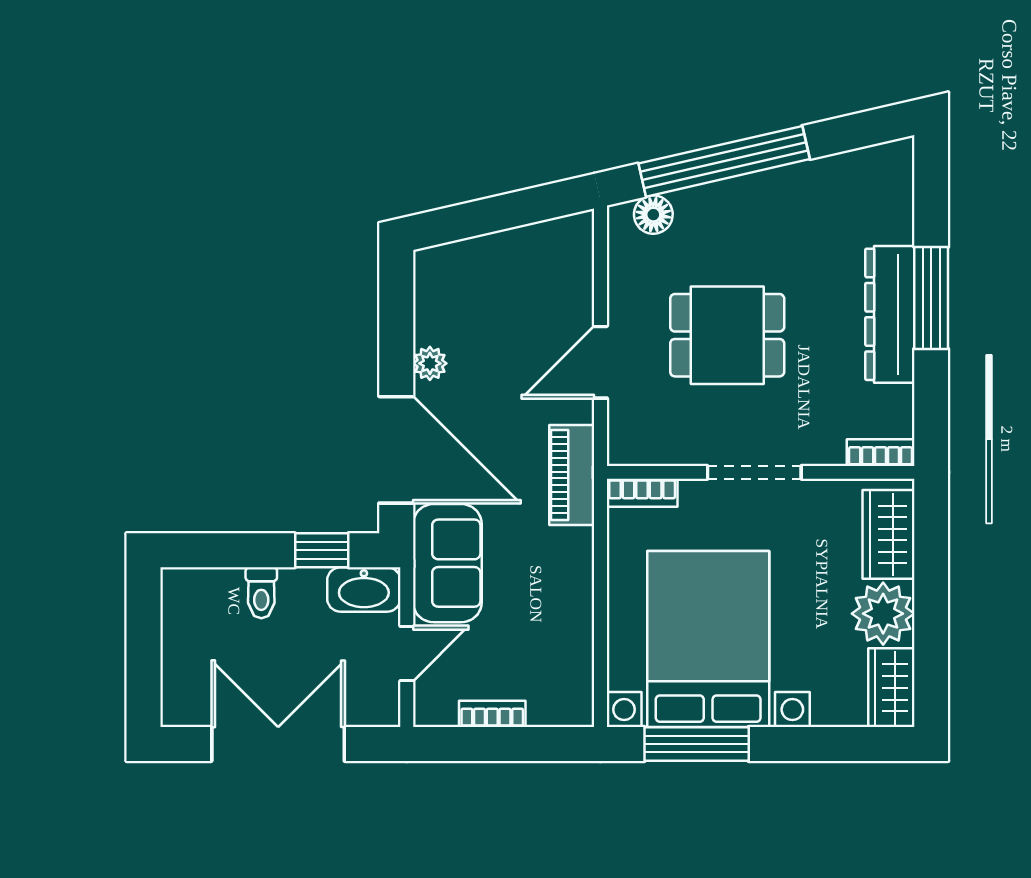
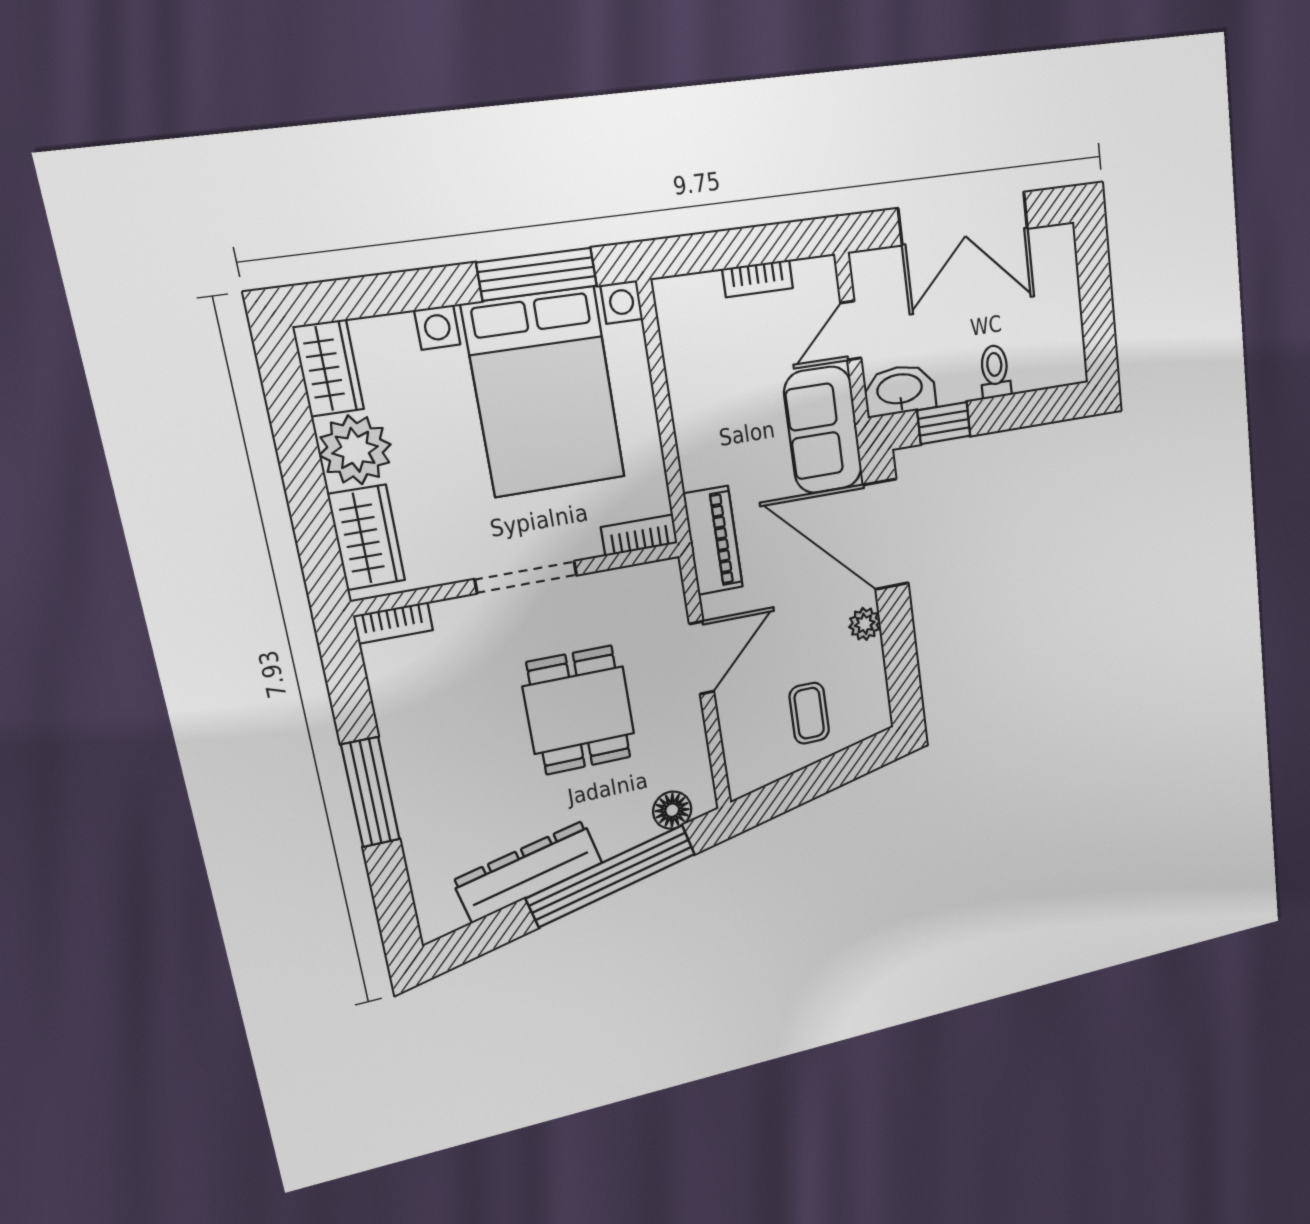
coffee table: (500, 283) -> (809, 713), added
dresser: (890, 314) -> (528, 872), moved, turned -103
dining table: (727, 335) -> (579, 710), turned 90

